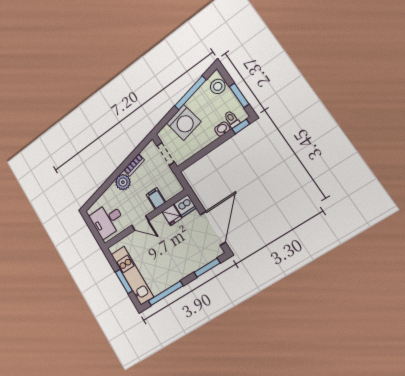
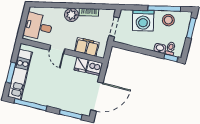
stool: (218, 86) -> (168, 20), moved
window: (239, 95) -> (191, 28), moved
filing cabinet: (156, 198) -> (87, 47), width x2.00

